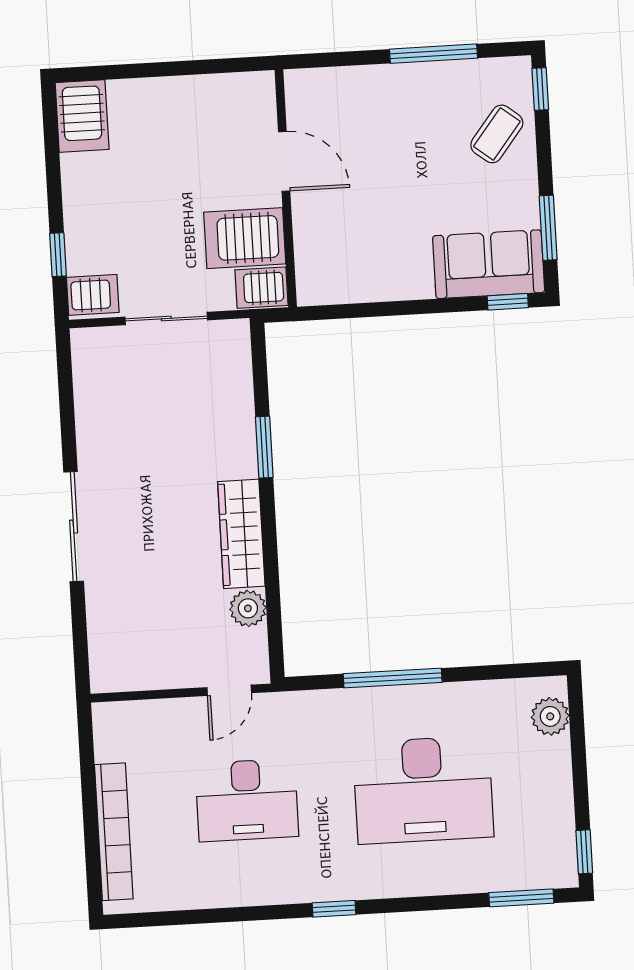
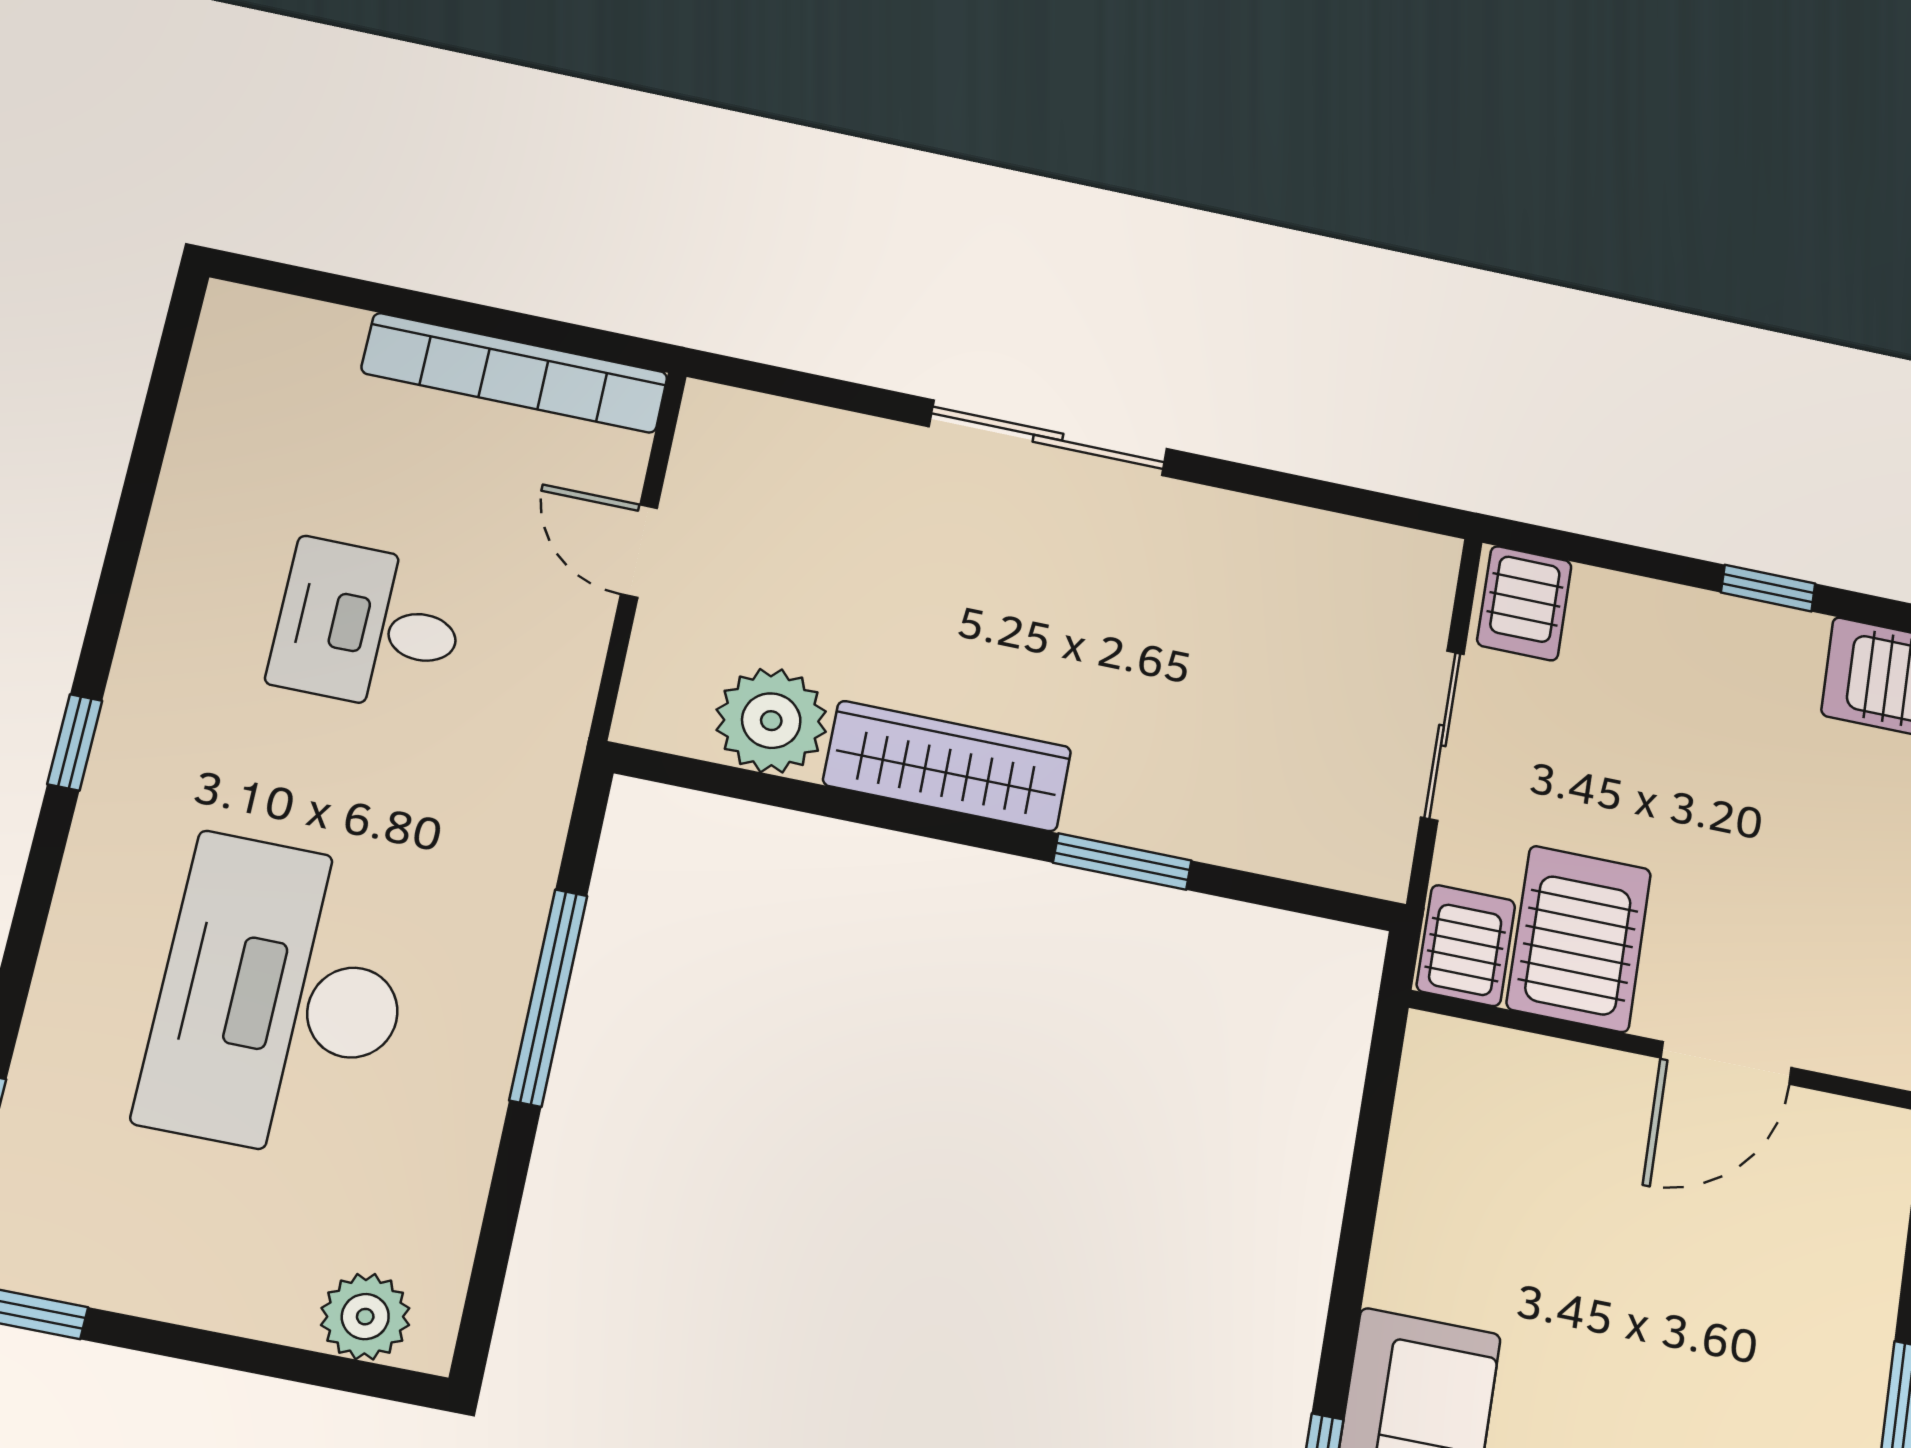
window: (58, 255) -> (1768, 588), moved
plant: (248, 608) -> (771, 721), width x1.36, depth x1.36
door: (229, 690) -> (639, 551), moved
desk: (247, 800) -> (368, 626), width x0.73
bookcase: (114, 832) -> (515, 373), moved

